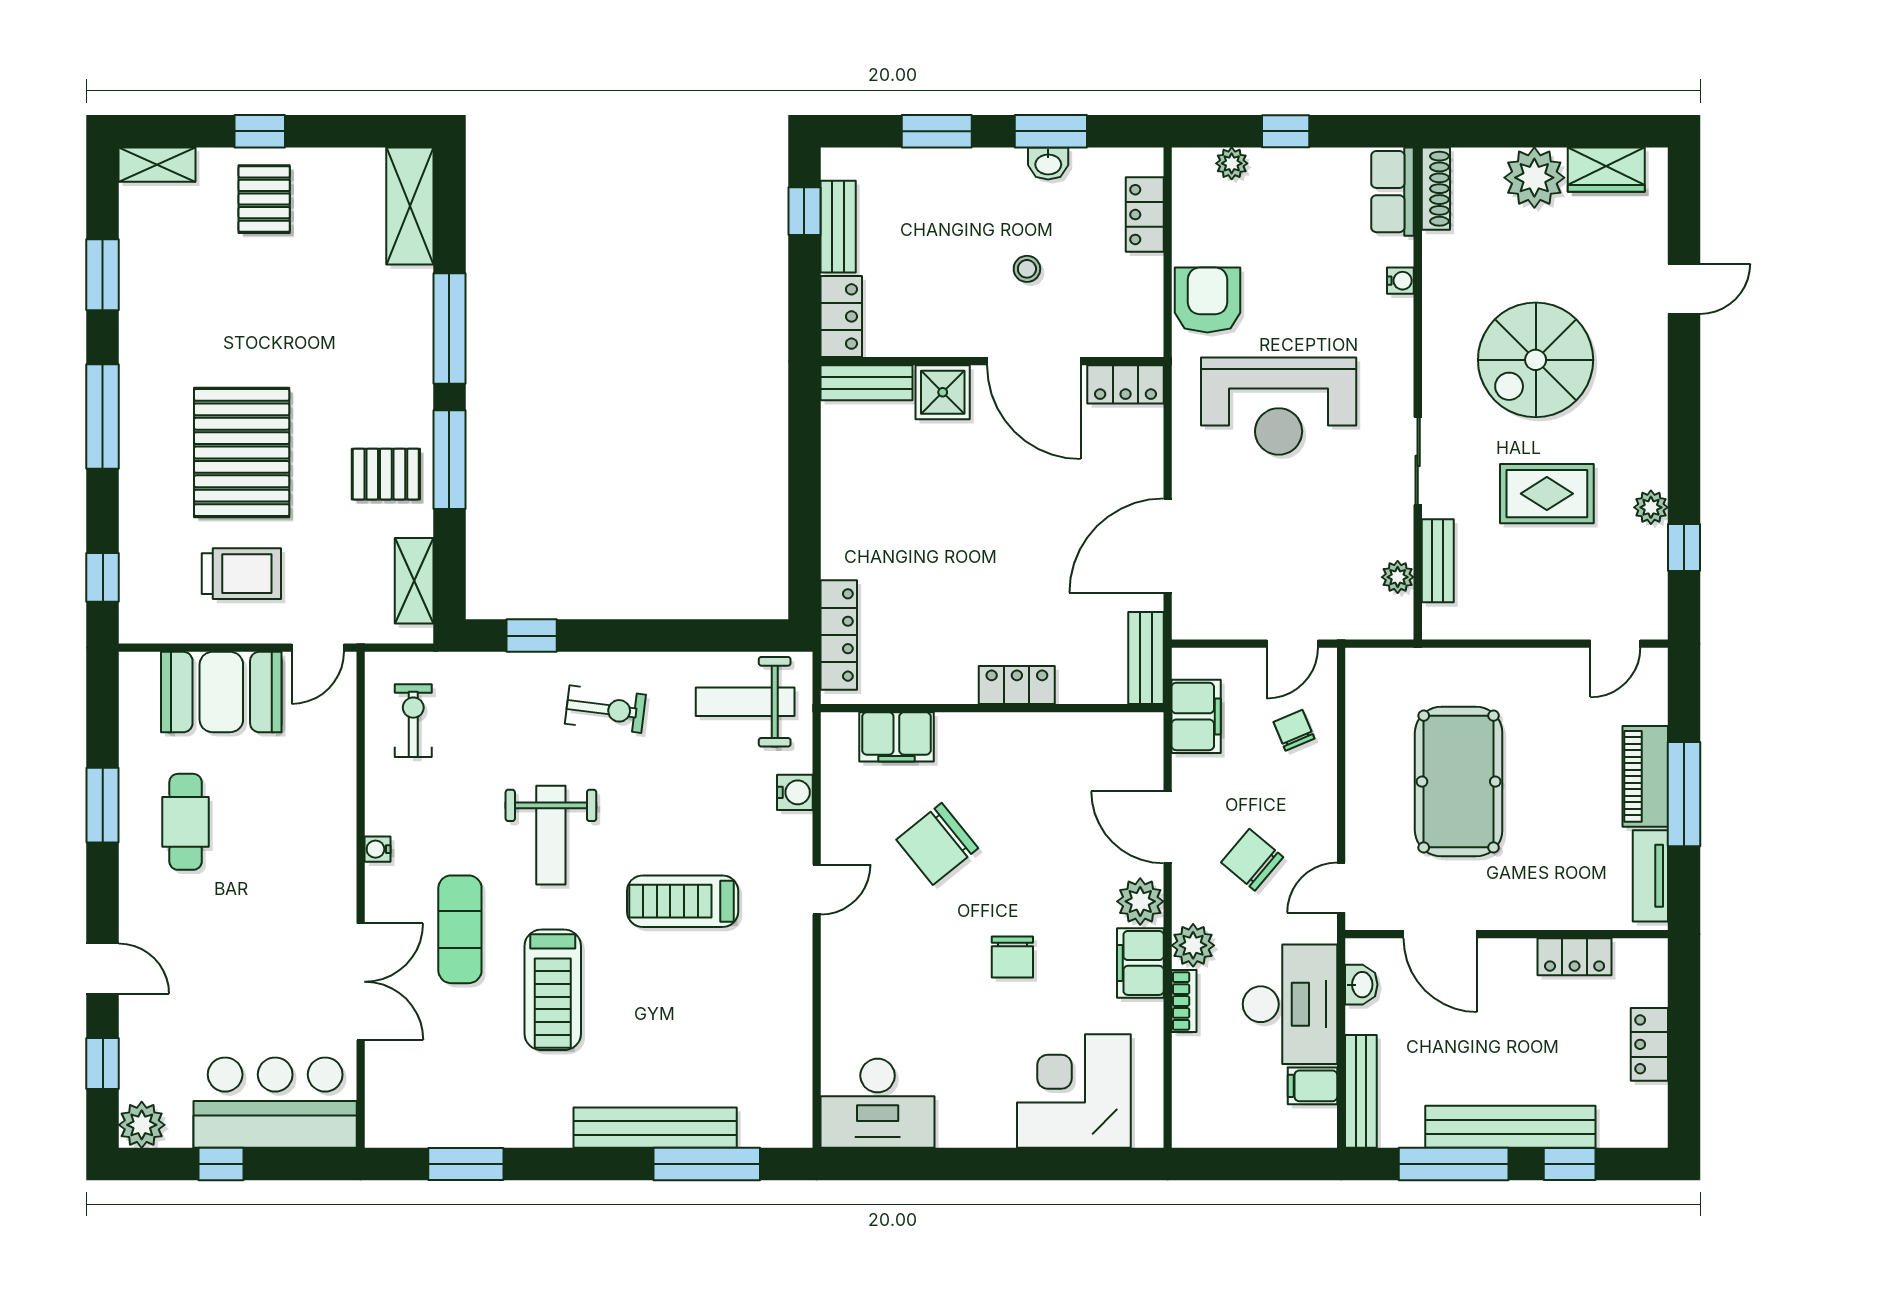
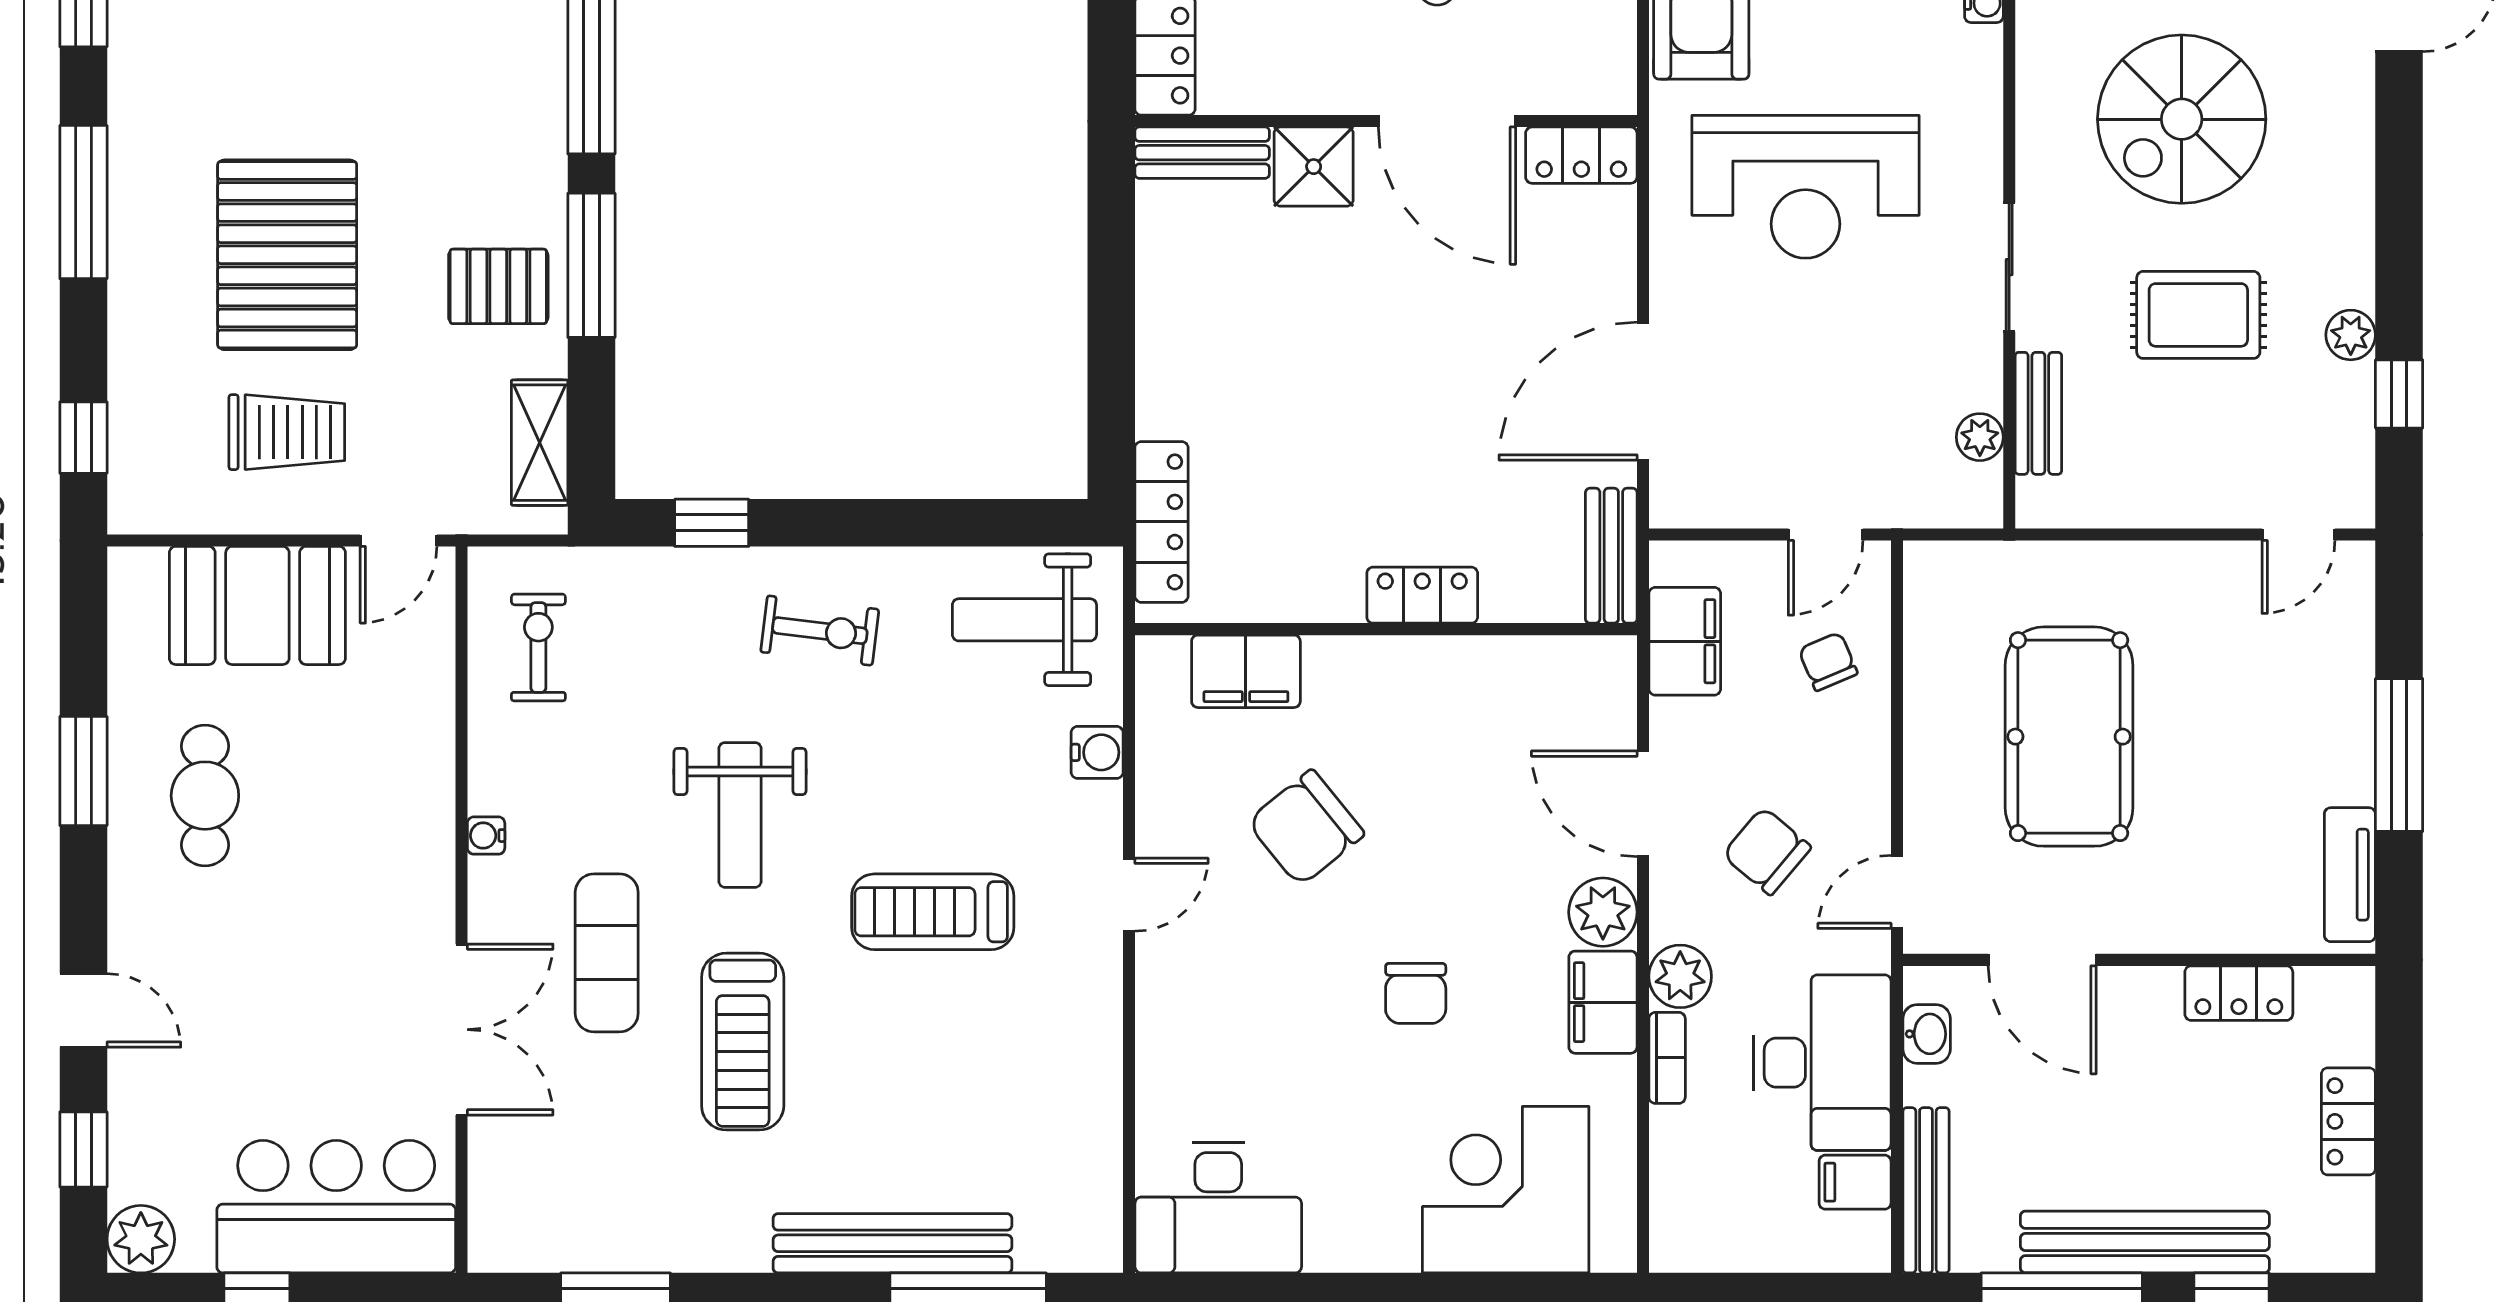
piano: (1645, 776) -> (2342, 729), removed

